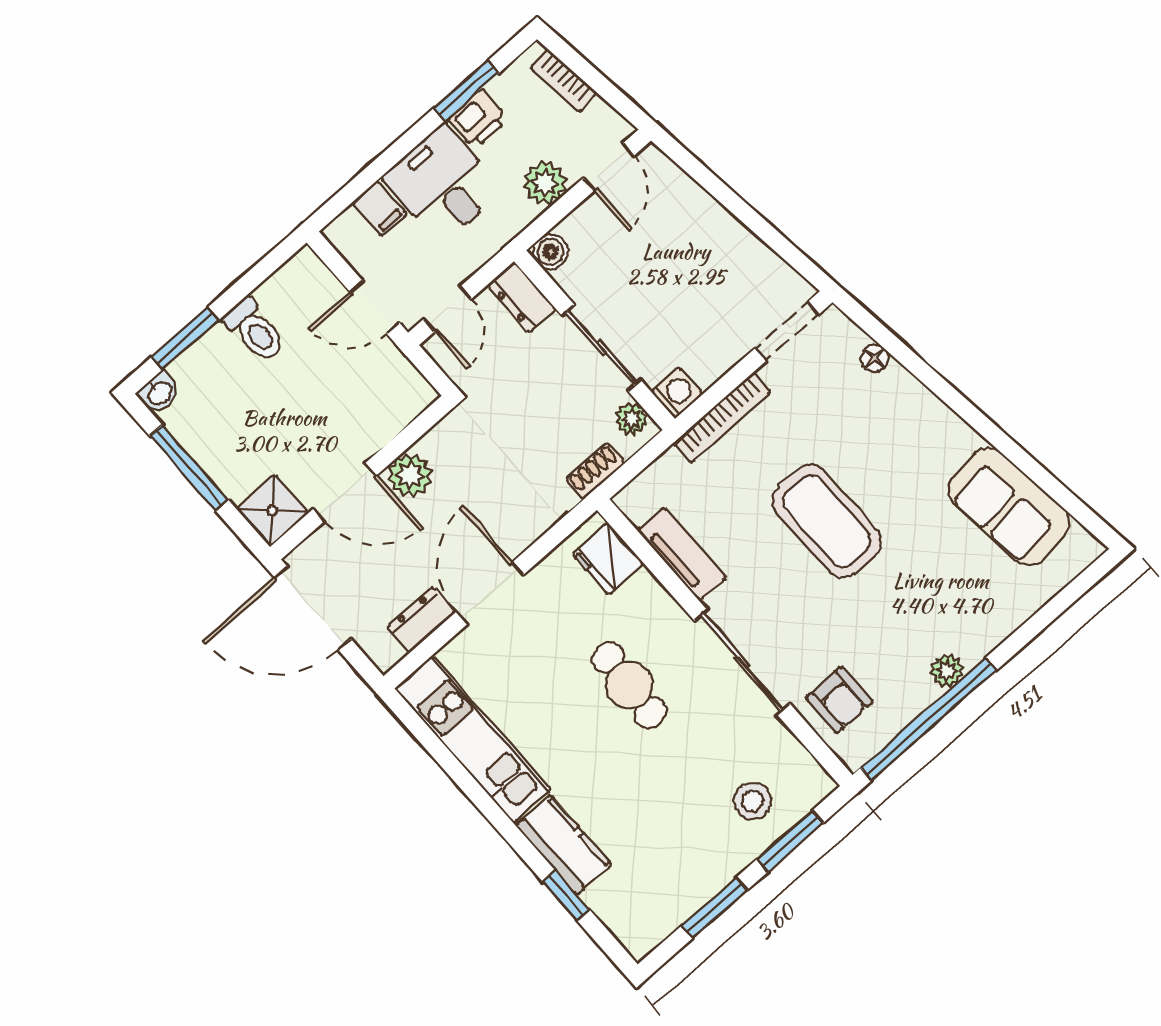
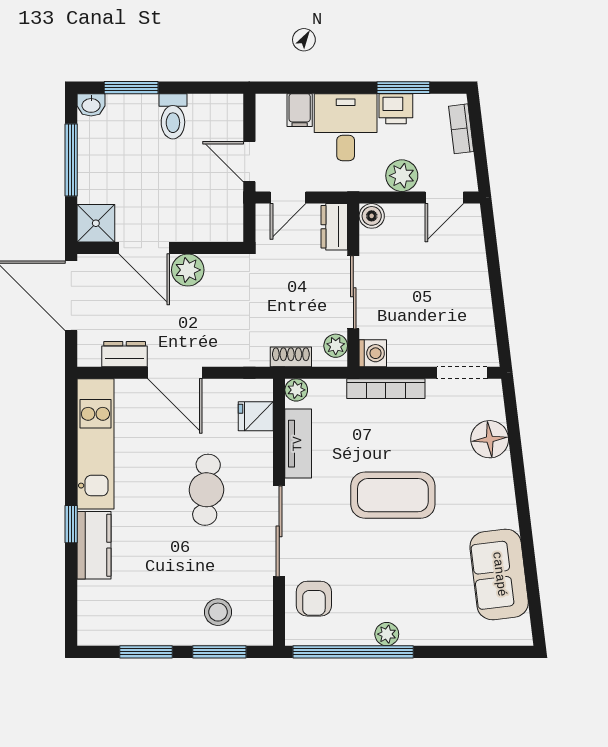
floor lamp: (875, 358) -> (490, 439), width x1.89, depth x1.89
plant: (631, 500) -> (296, 390), added
coffee table: (827, 521) -> (393, 495), turned 90
fridge: (608, 559) -> (256, 416), width x0.72
door: (490, 593) -> (175, 373), swing flipped
window: (566, 896) -> (71, 524), moved

